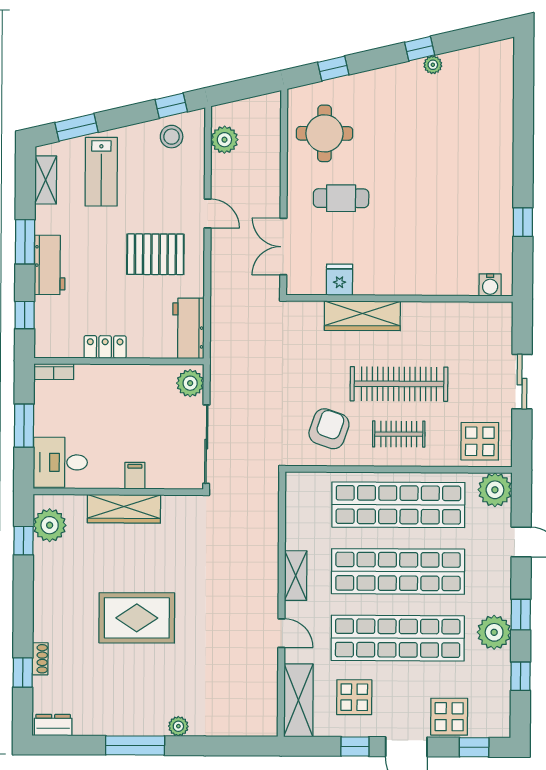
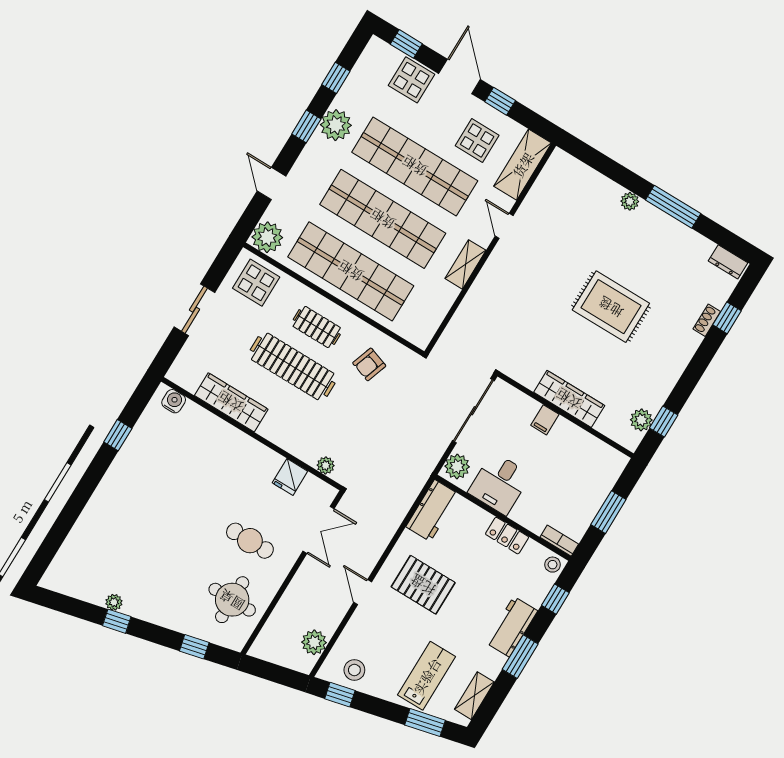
plant: (313, 310) -> (326, 465), added
wardrobe: (362, 316) -> (231, 402), moved
stool: (47, 345) -> (553, 565), added
armchair: (329, 429) -> (369, 364), width x0.72, depth x0.72
desk: (60, 462) -> (499, 484), moved, turned 90
plant: (50, 525) -> (641, 420), width x0.73, depth x0.73

